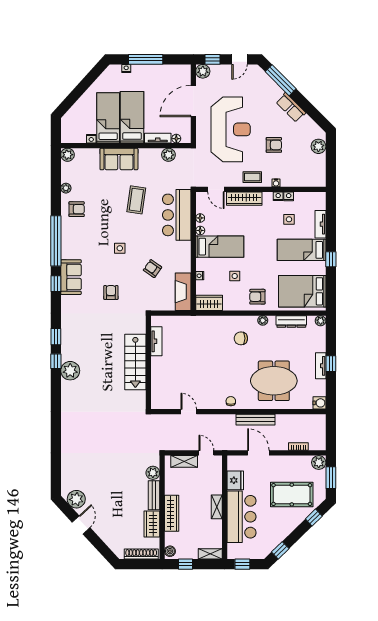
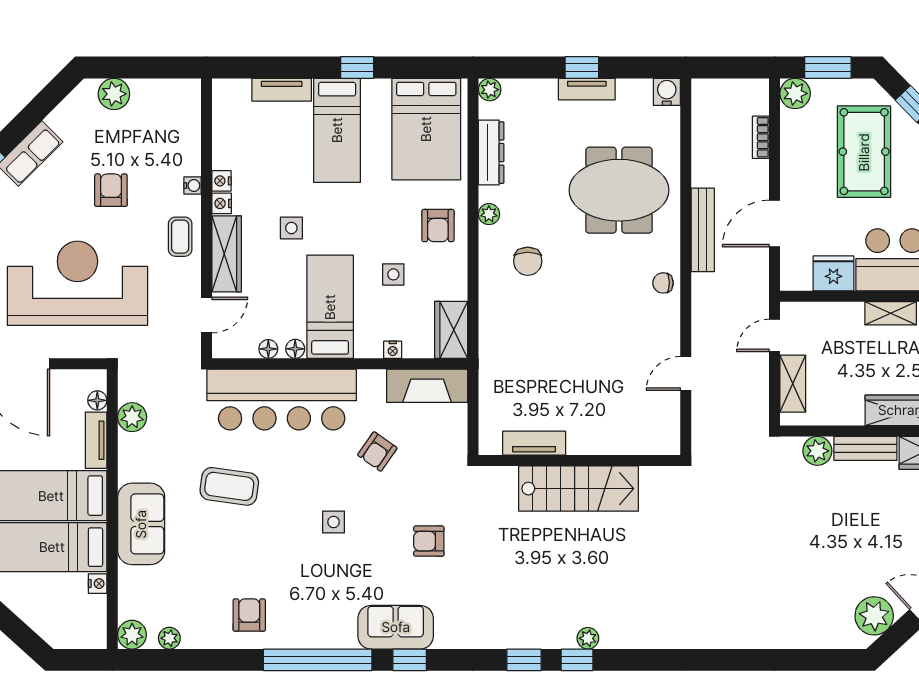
plant: (66, 188) -> (169, 638), moved
nightstand: (289, 196) -> (222, 203), moved
bar counter: (177, 215) -> (282, 400), width x1.36
side table: (289, 219) -> (291, 228), moved
plant: (70, 371) -> (588, 638), width x0.53, depth x0.53
meeting table: (274, 381) -> (619, 190), turned 90

